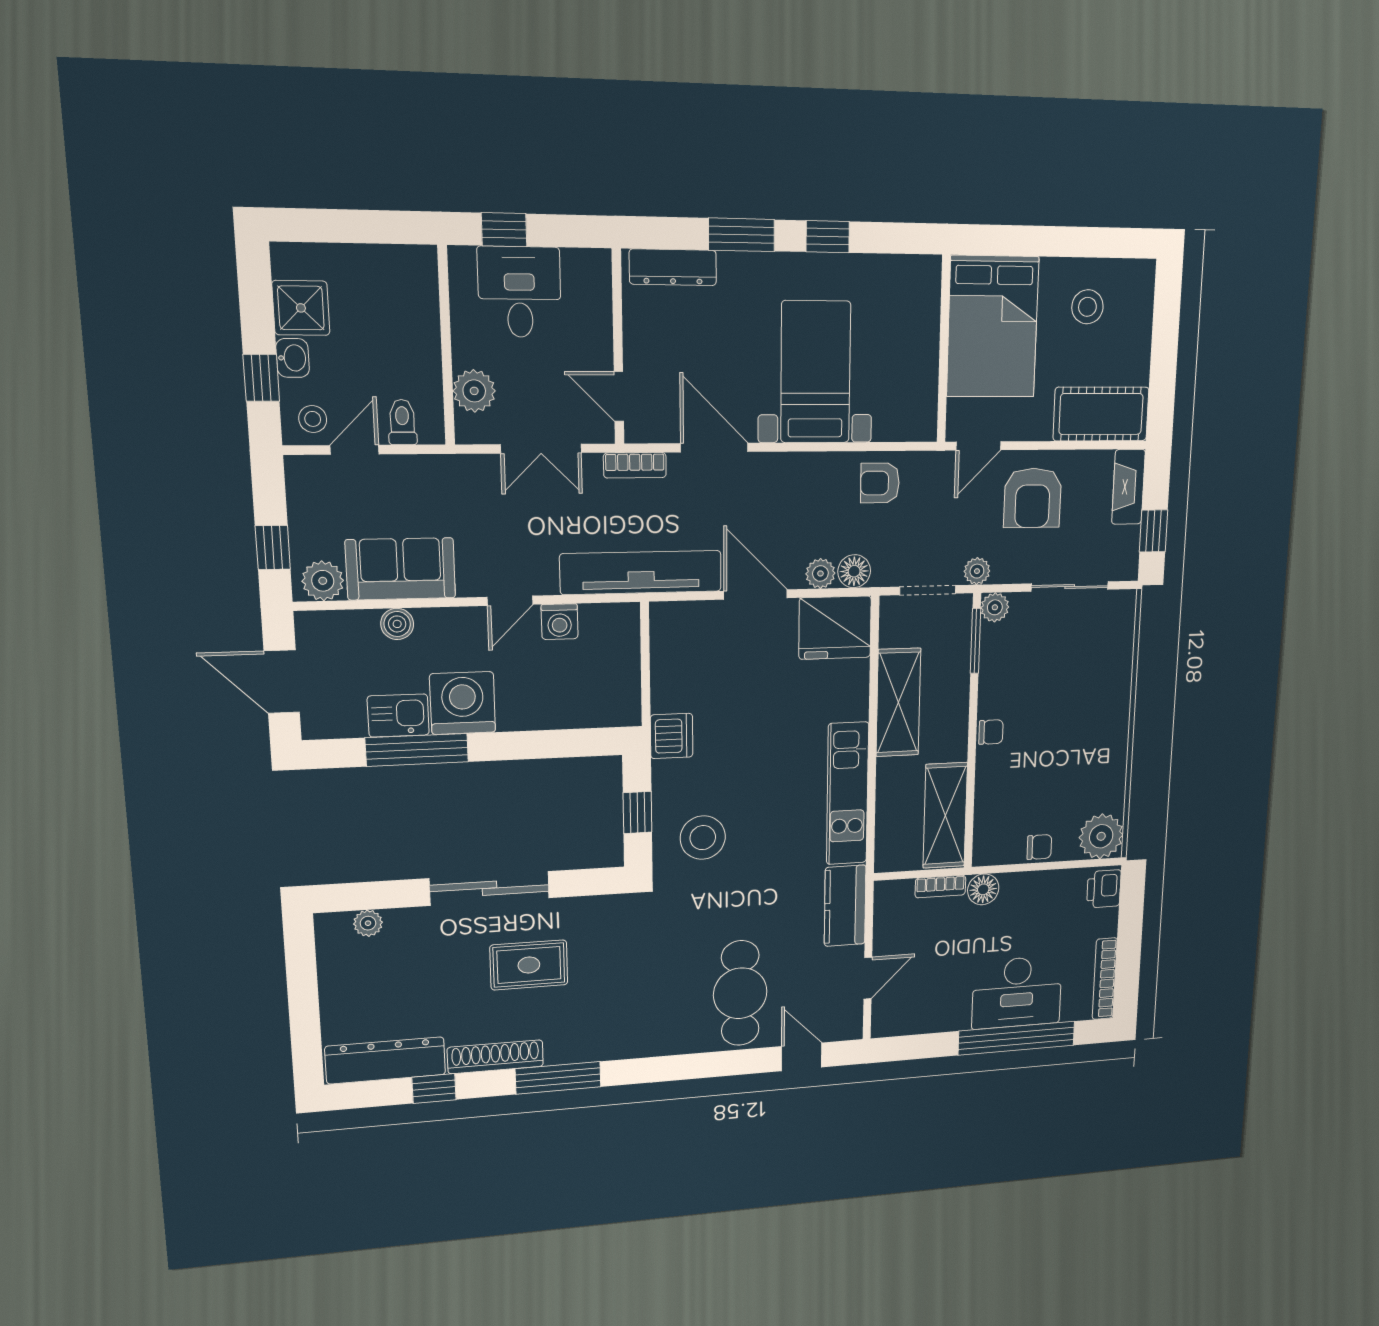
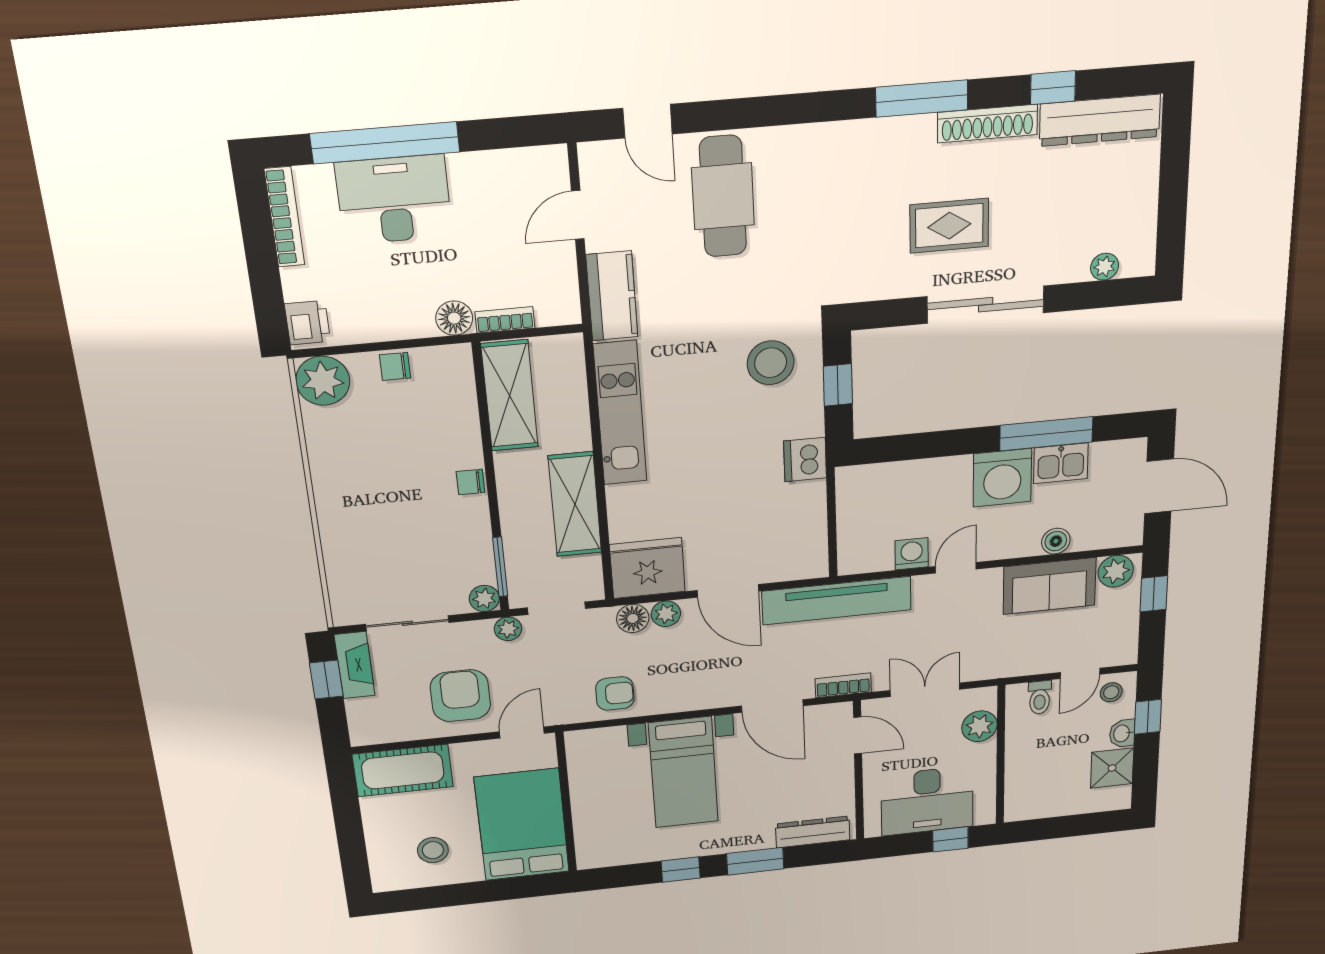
desk: (520, 292) -> (927, 801), width x1.37
fireplace: (1128, 487) -> (355, 665), moved

